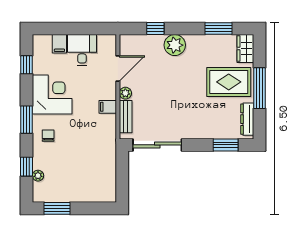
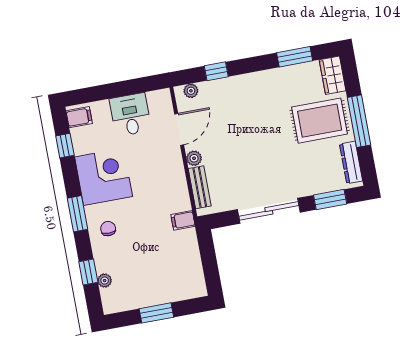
filing cabinet: (59, 44) -> (79, 117), moved, turned -90
plant: (175, 45) -> (191, 91), moved, width x0.53, depth x0.53
filing cabinet: (108, 107) -> (183, 220), moved
sliding door: (157, 145) -> (269, 211), moved
window: (57, 208) -> (156, 313), moved

